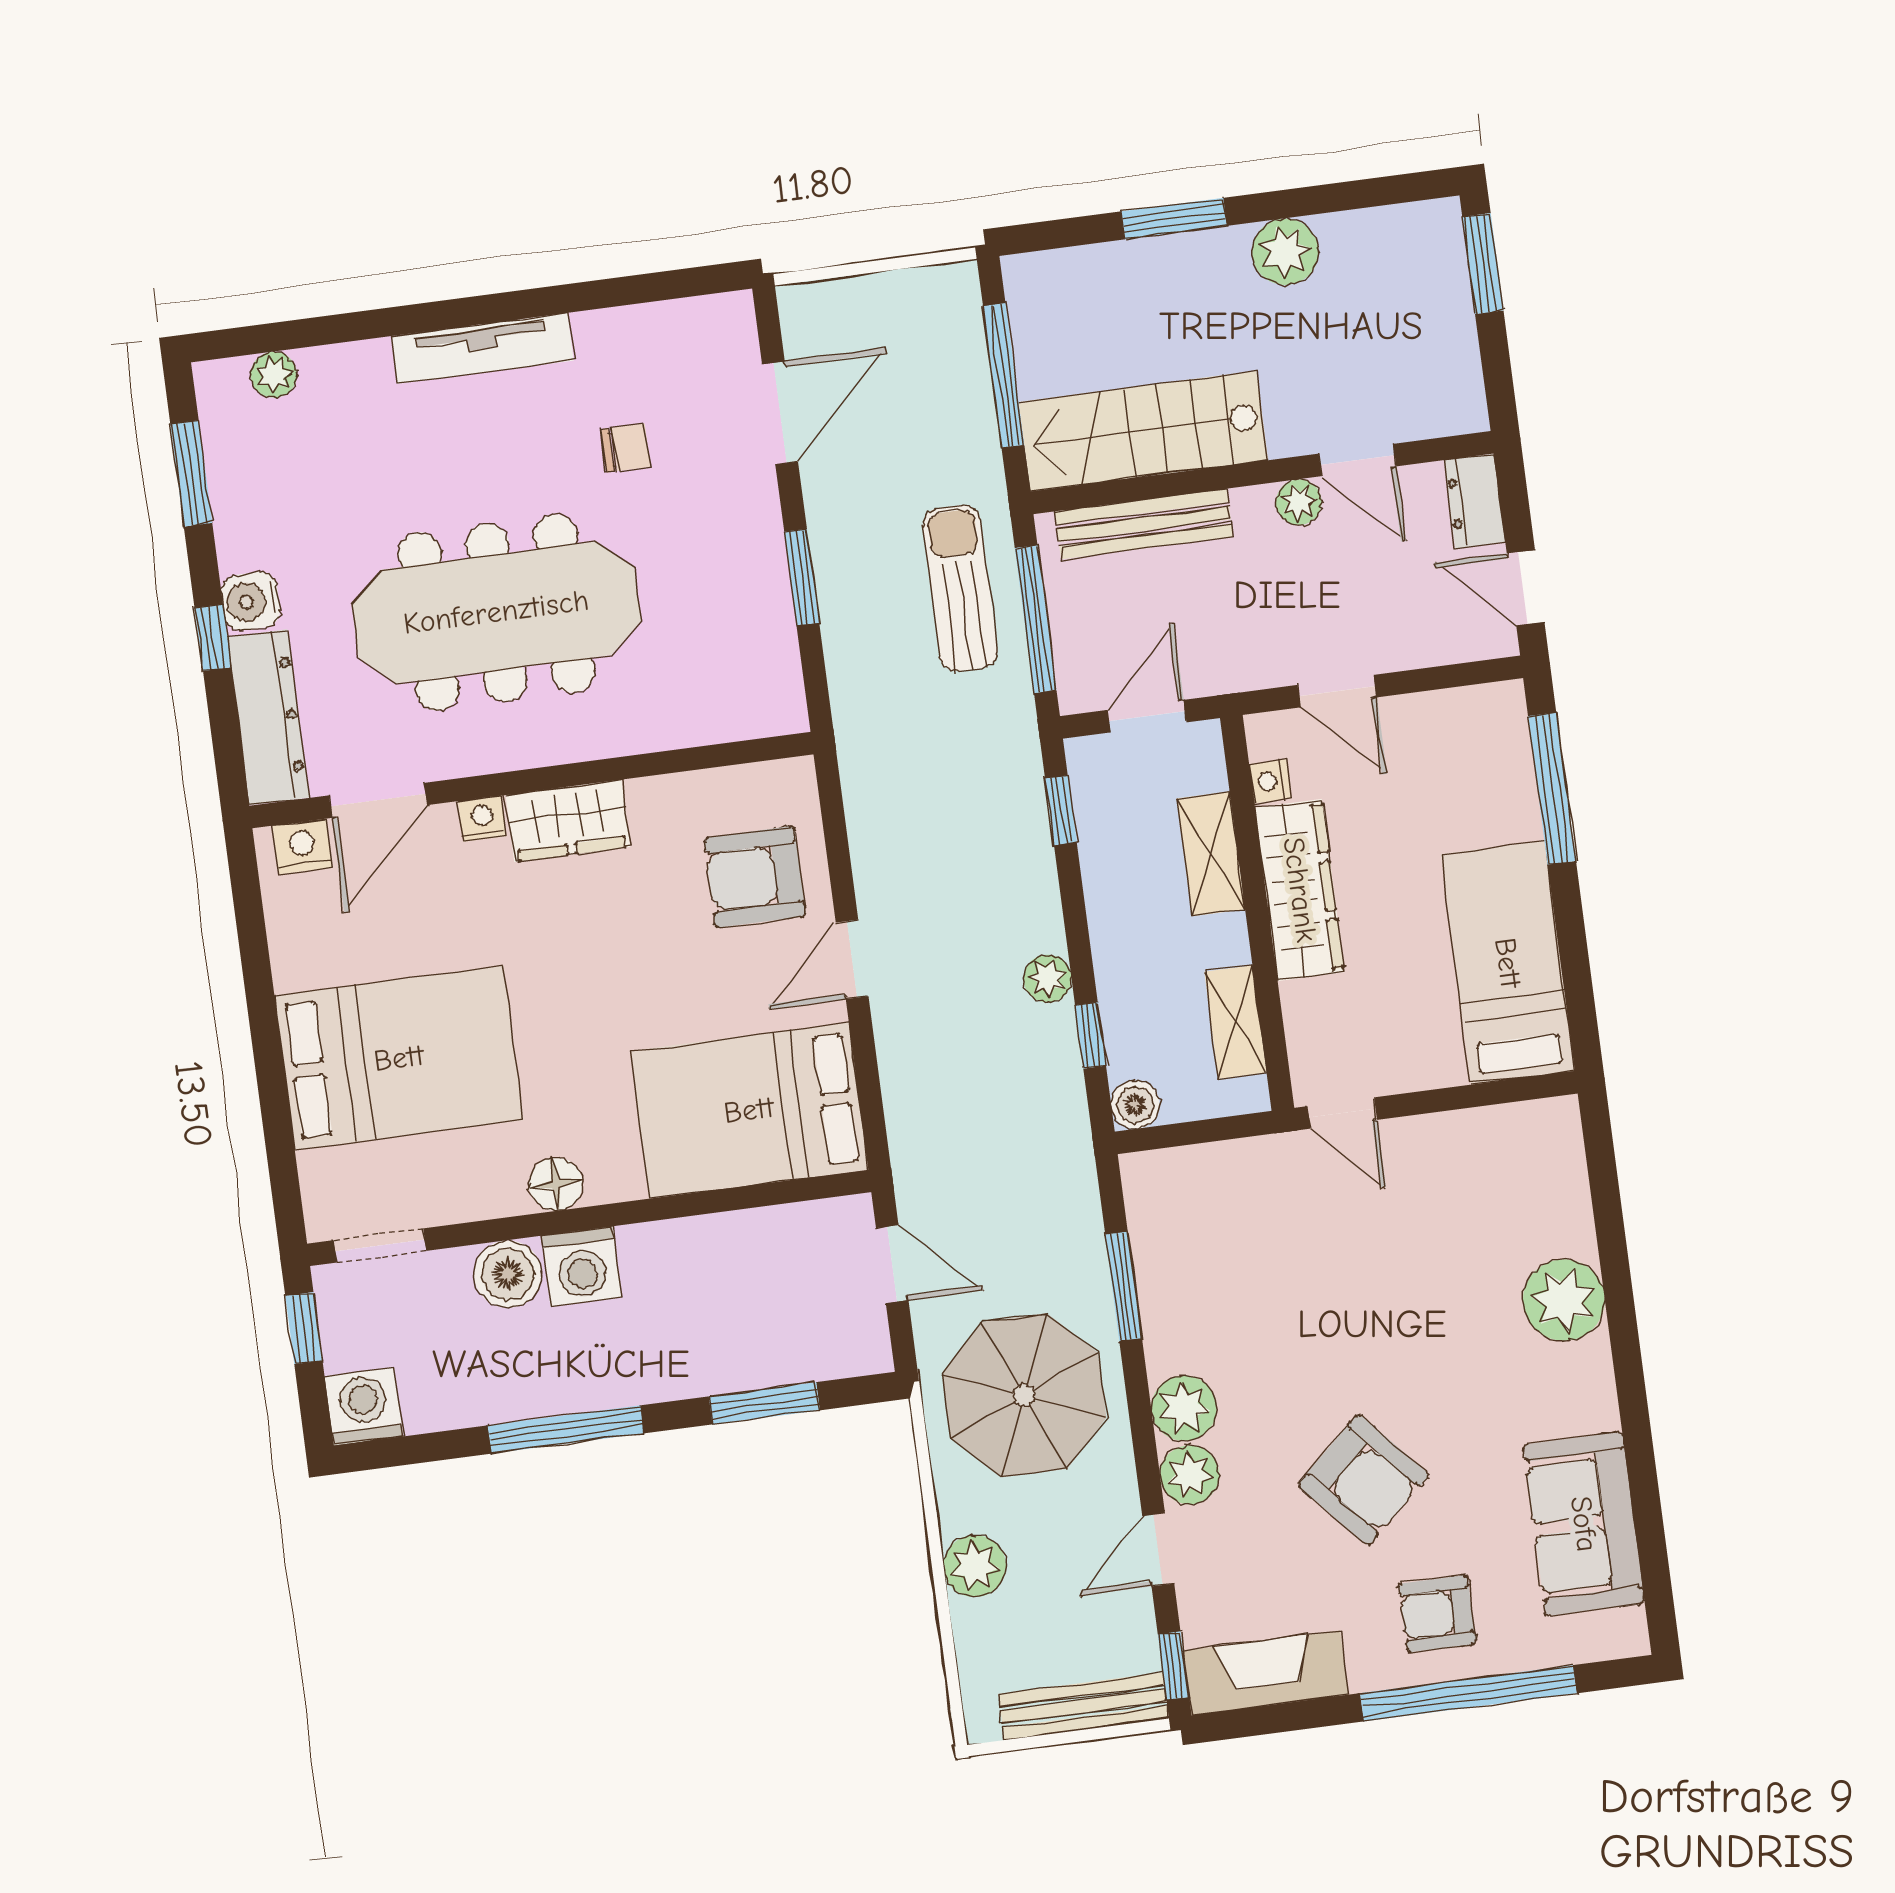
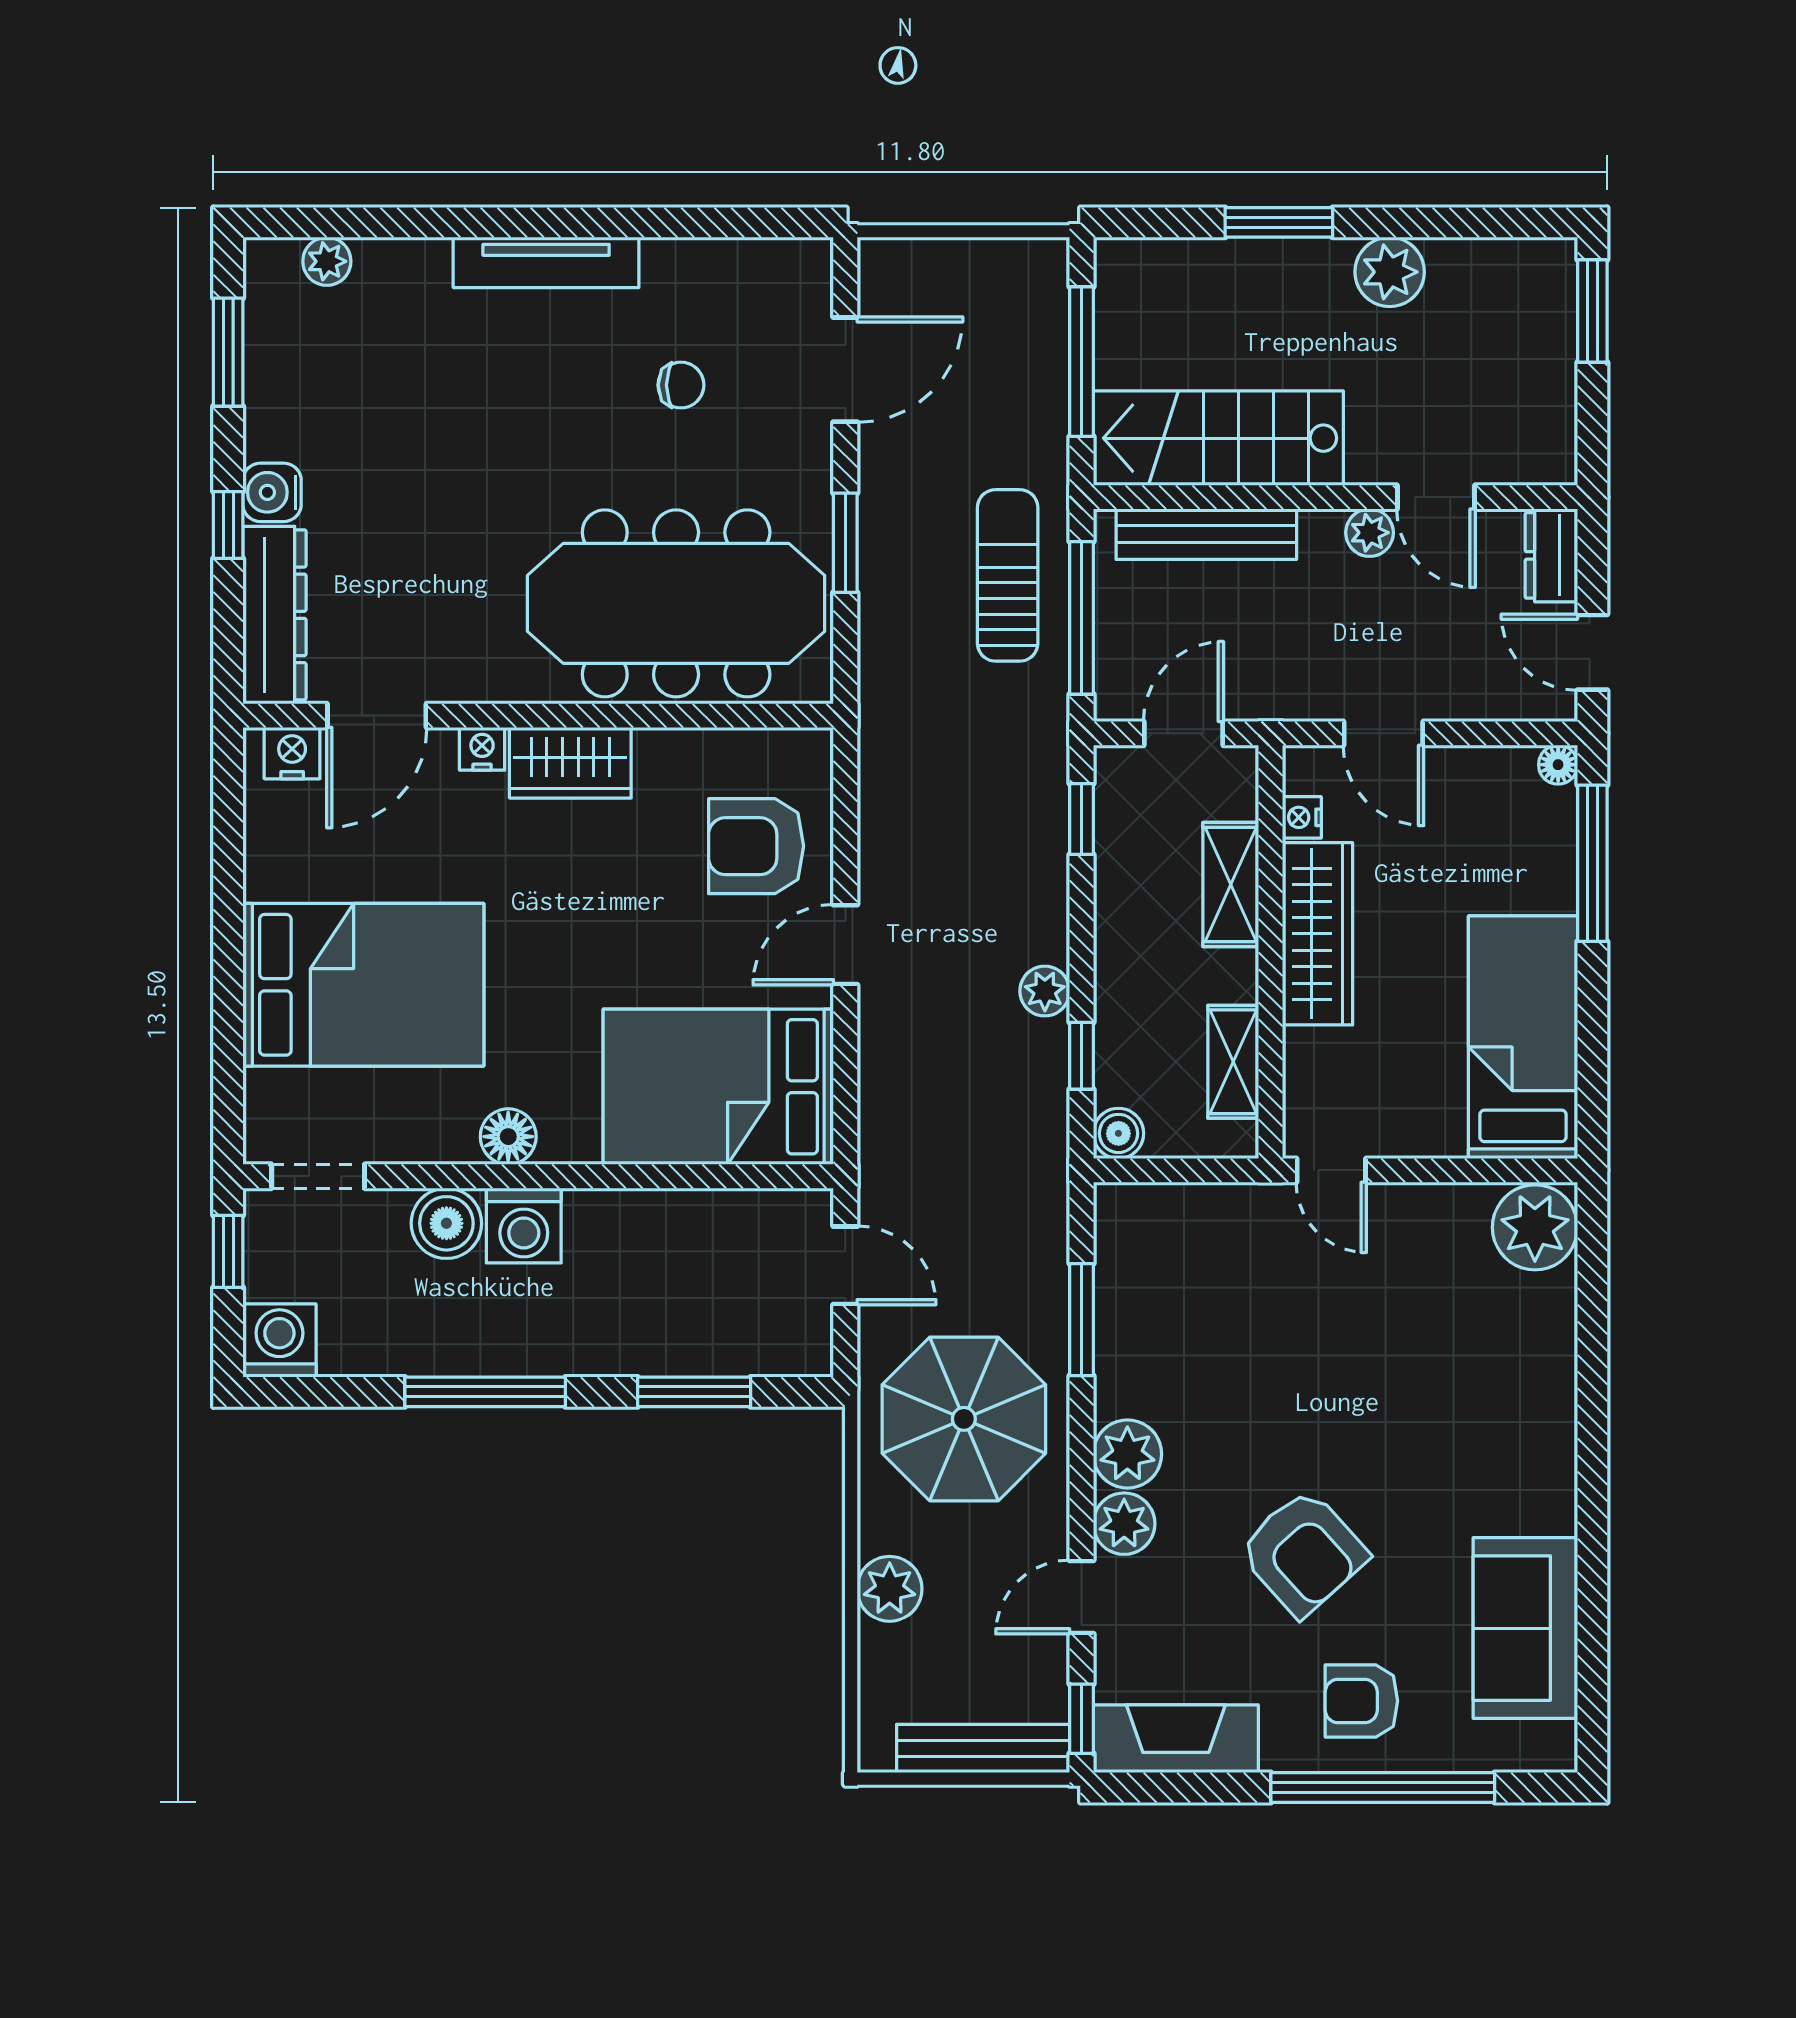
meeting table: (496, 612) -> (676, 603), moved
floor lamp: (1507, 699) -> (1558, 765), added
plant: (1564, 1300) -> (1535, 1227), moved

